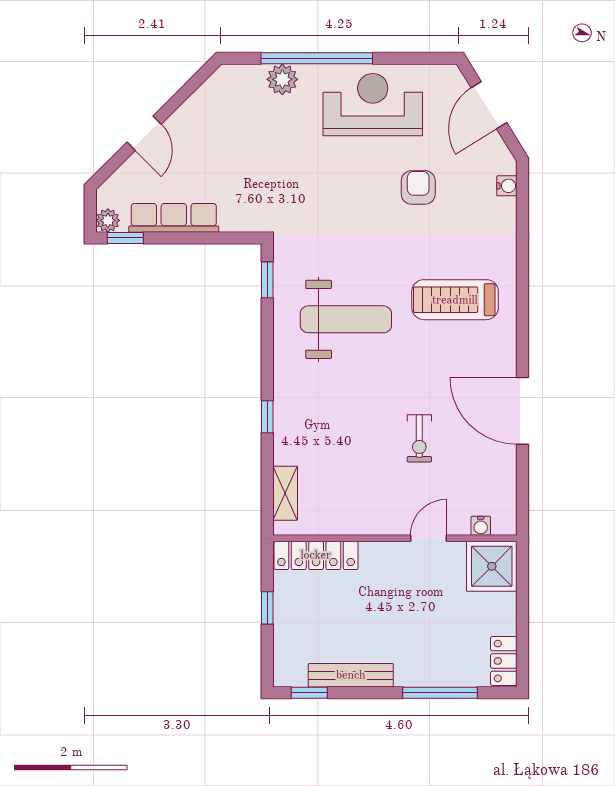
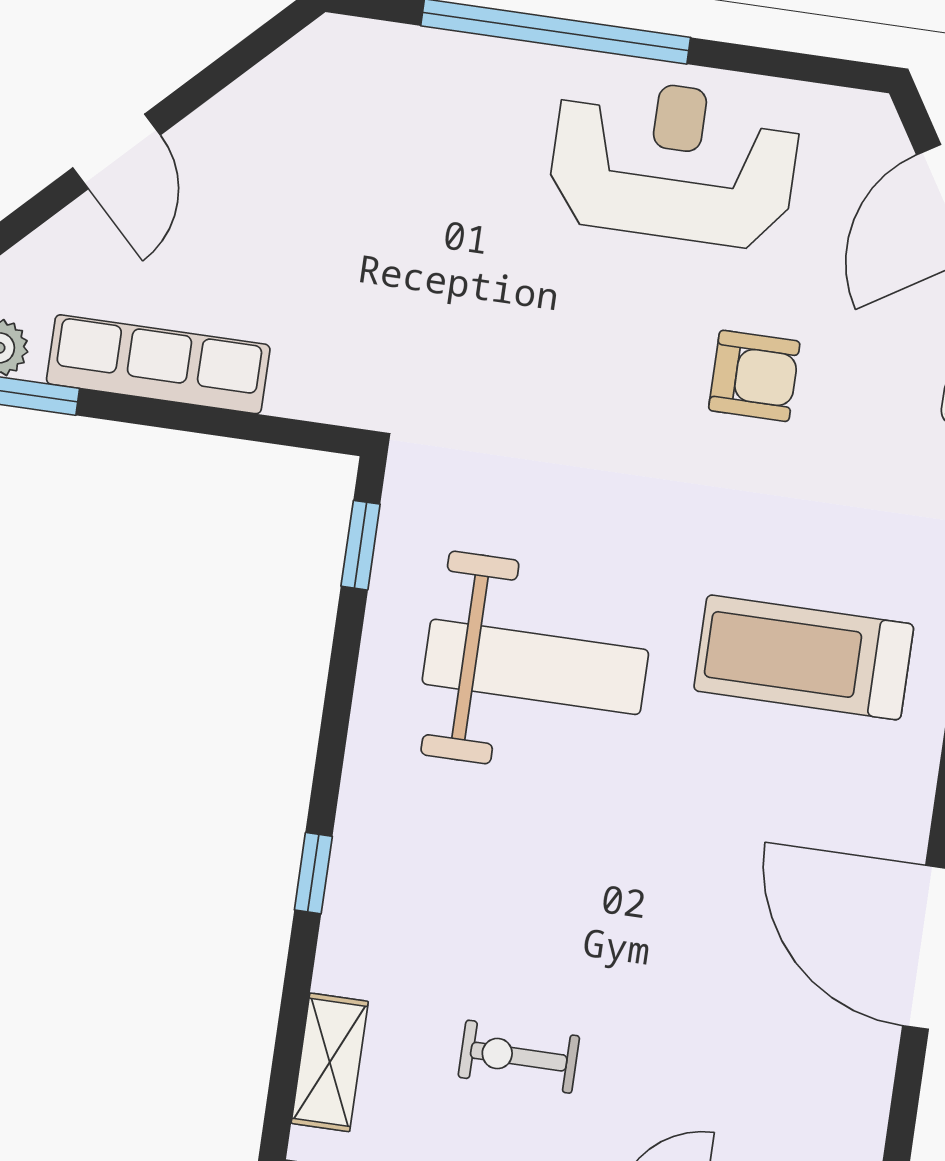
plant: (282, 79) -> (466, 70), removed
armchair: (418, 187) -> (754, 376), turned 90
exercise bike: (419, 438) -> (519, 1057), moved, turned 90

